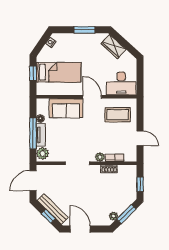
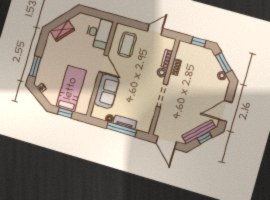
window: (84, 30) -> (35, 66), moved
door: (92, 97) -> (103, 64), swing flipped
plant: (43, 153) -> (143, 126), removed

